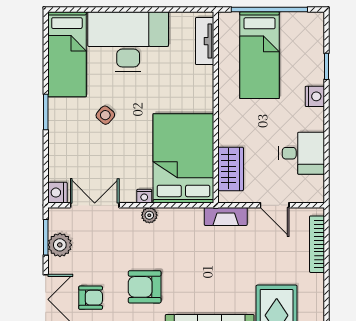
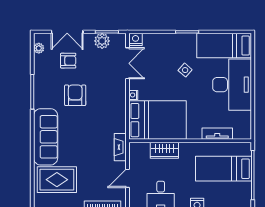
tv unit: (205, 41) -> (217, 134), moved
wardrobe: (231, 169) -> (164, 150), moved
plant: (149, 215) -> (121, 98), removed
armchair: (91, 298) -> (68, 61), turned -90

